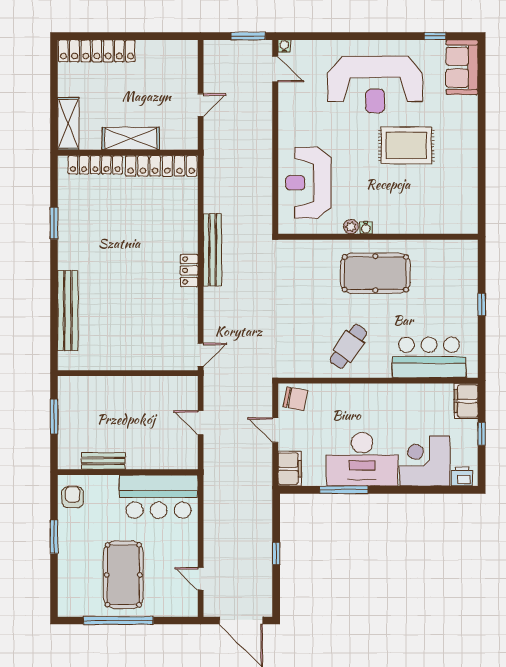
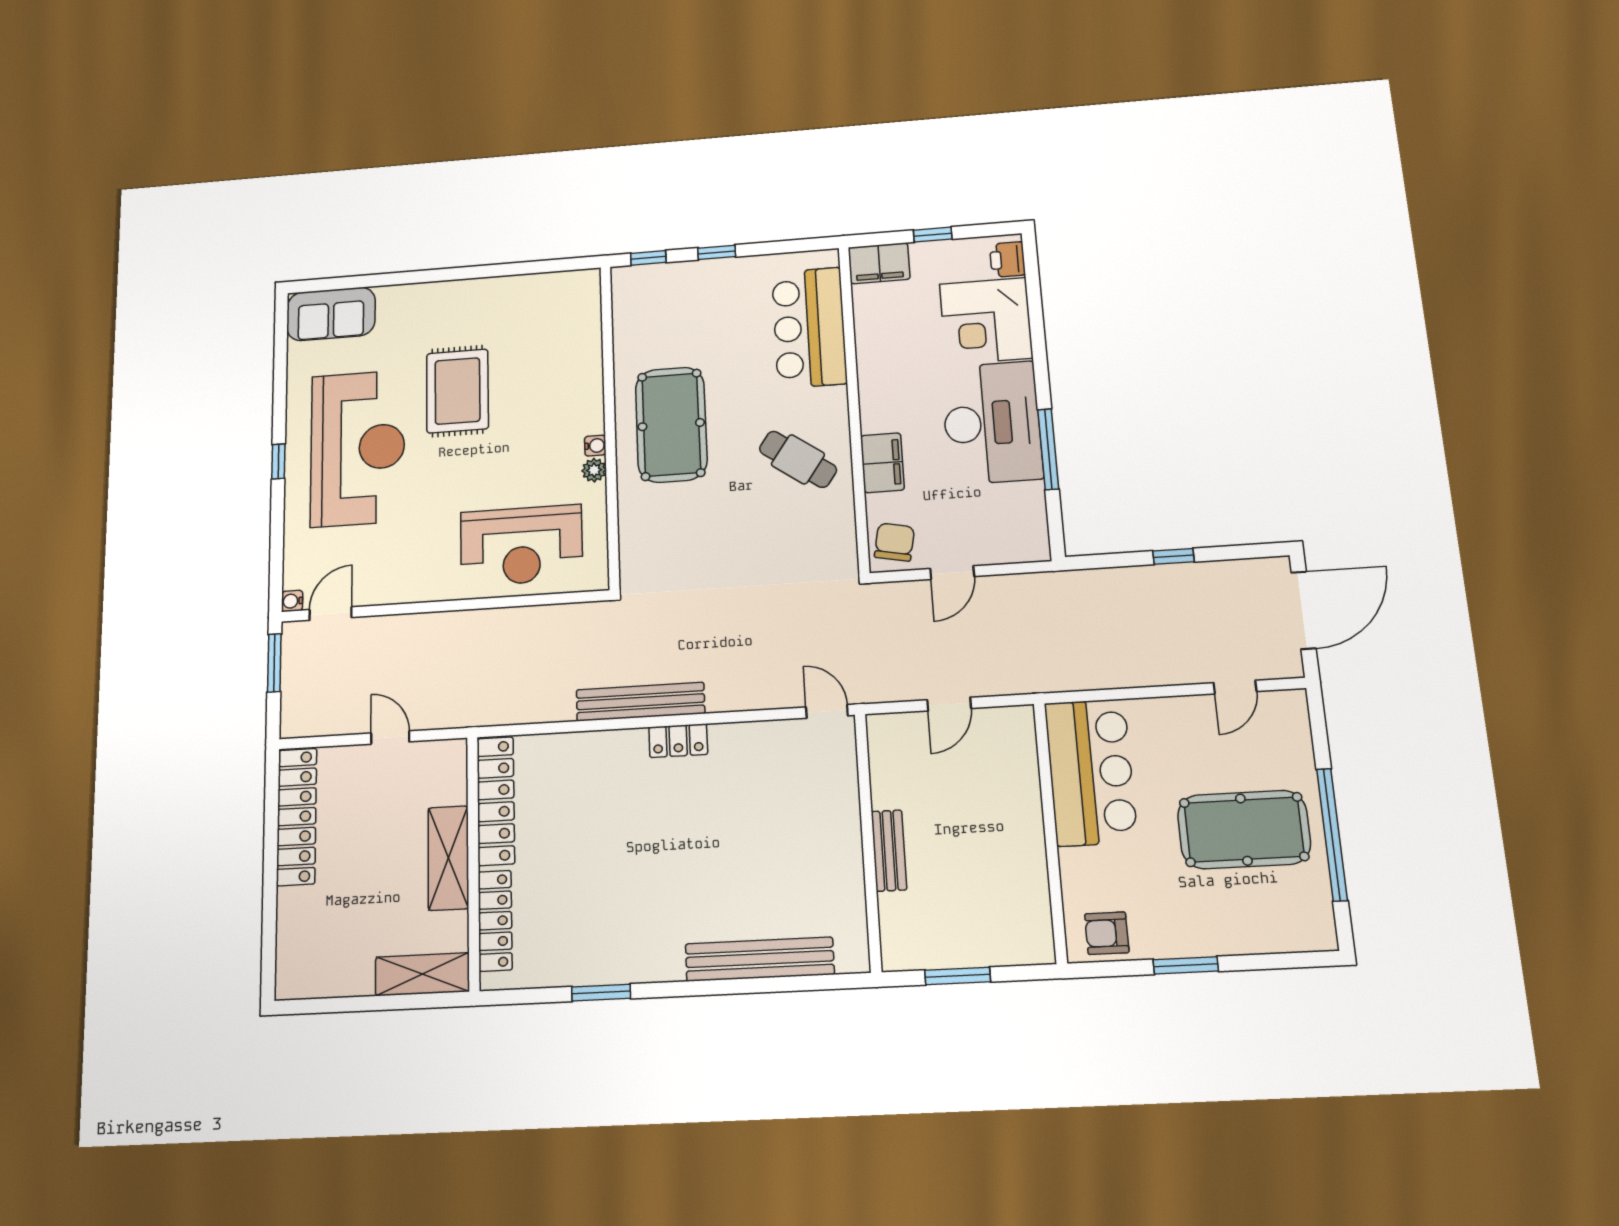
window: (435, 36) -> (278, 461), moved
locker: (97, 51) -> (297, 817), moved
window: (482, 263) -> (648, 258), added
bench: (104, 461) -> (889, 851), moved
filing cabinet: (290, 469) -> (882, 463), moved, turned 90

